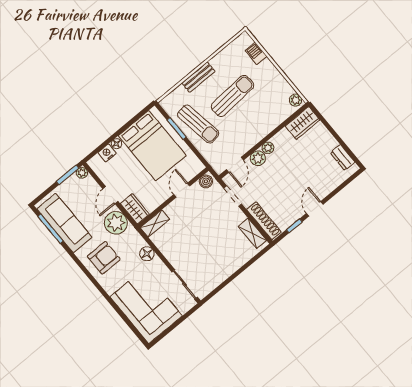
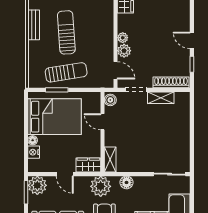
bench: (198, 77) -> (34, 25), moved
plant: (82, 173) -> (37, 185), width x1.87, depth x1.87
plant: (116, 223) -> (101, 186), moved
shelving: (252, 233) -> (161, 98), moved

